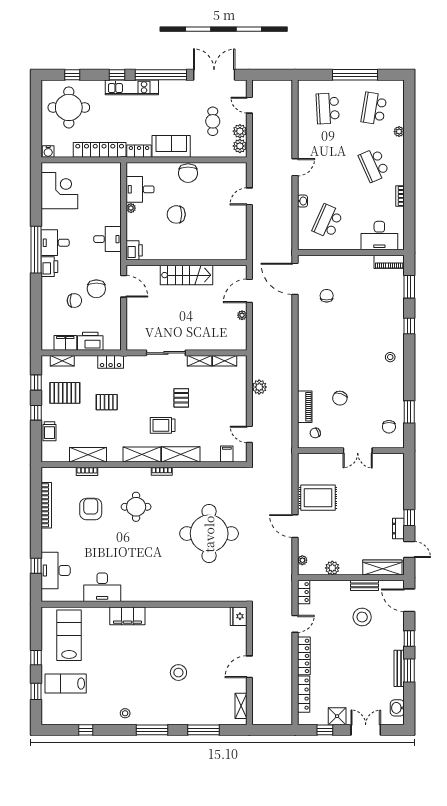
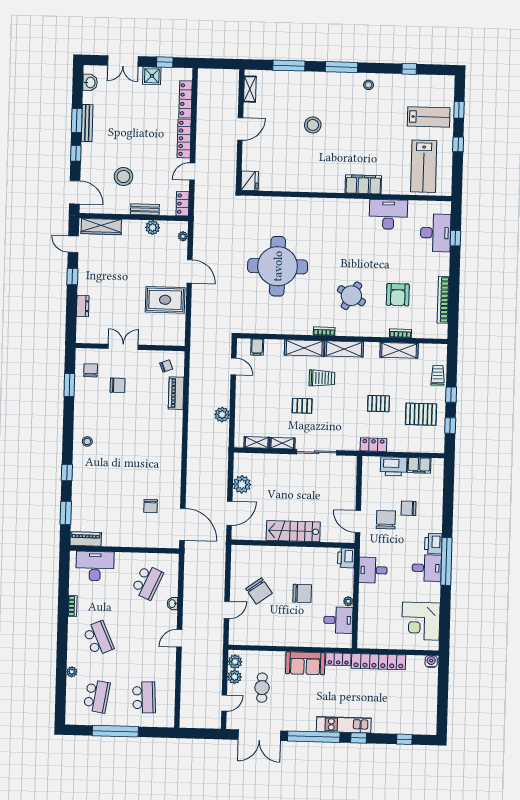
door: (249, 105) -> (224, 703), hinge flipped
round table: (69, 107) -> (409, 706), removed
chair: (188, 173) -> (259, 591), moved, turned 144
plant: (242, 315) -> (242, 484), width x1.87, depth x1.87
shelving: (62, 361) -> (423, 447), removed
pallet: (181, 398) -> (302, 406), turned 90
chair: (340, 398) -> (118, 385), moved, turned 72
round table: (136, 507) -> (351, 296), turned 30
dresser: (398, 529) -> (83, 306), moved
bench: (365, 585) -> (145, 209), moved

